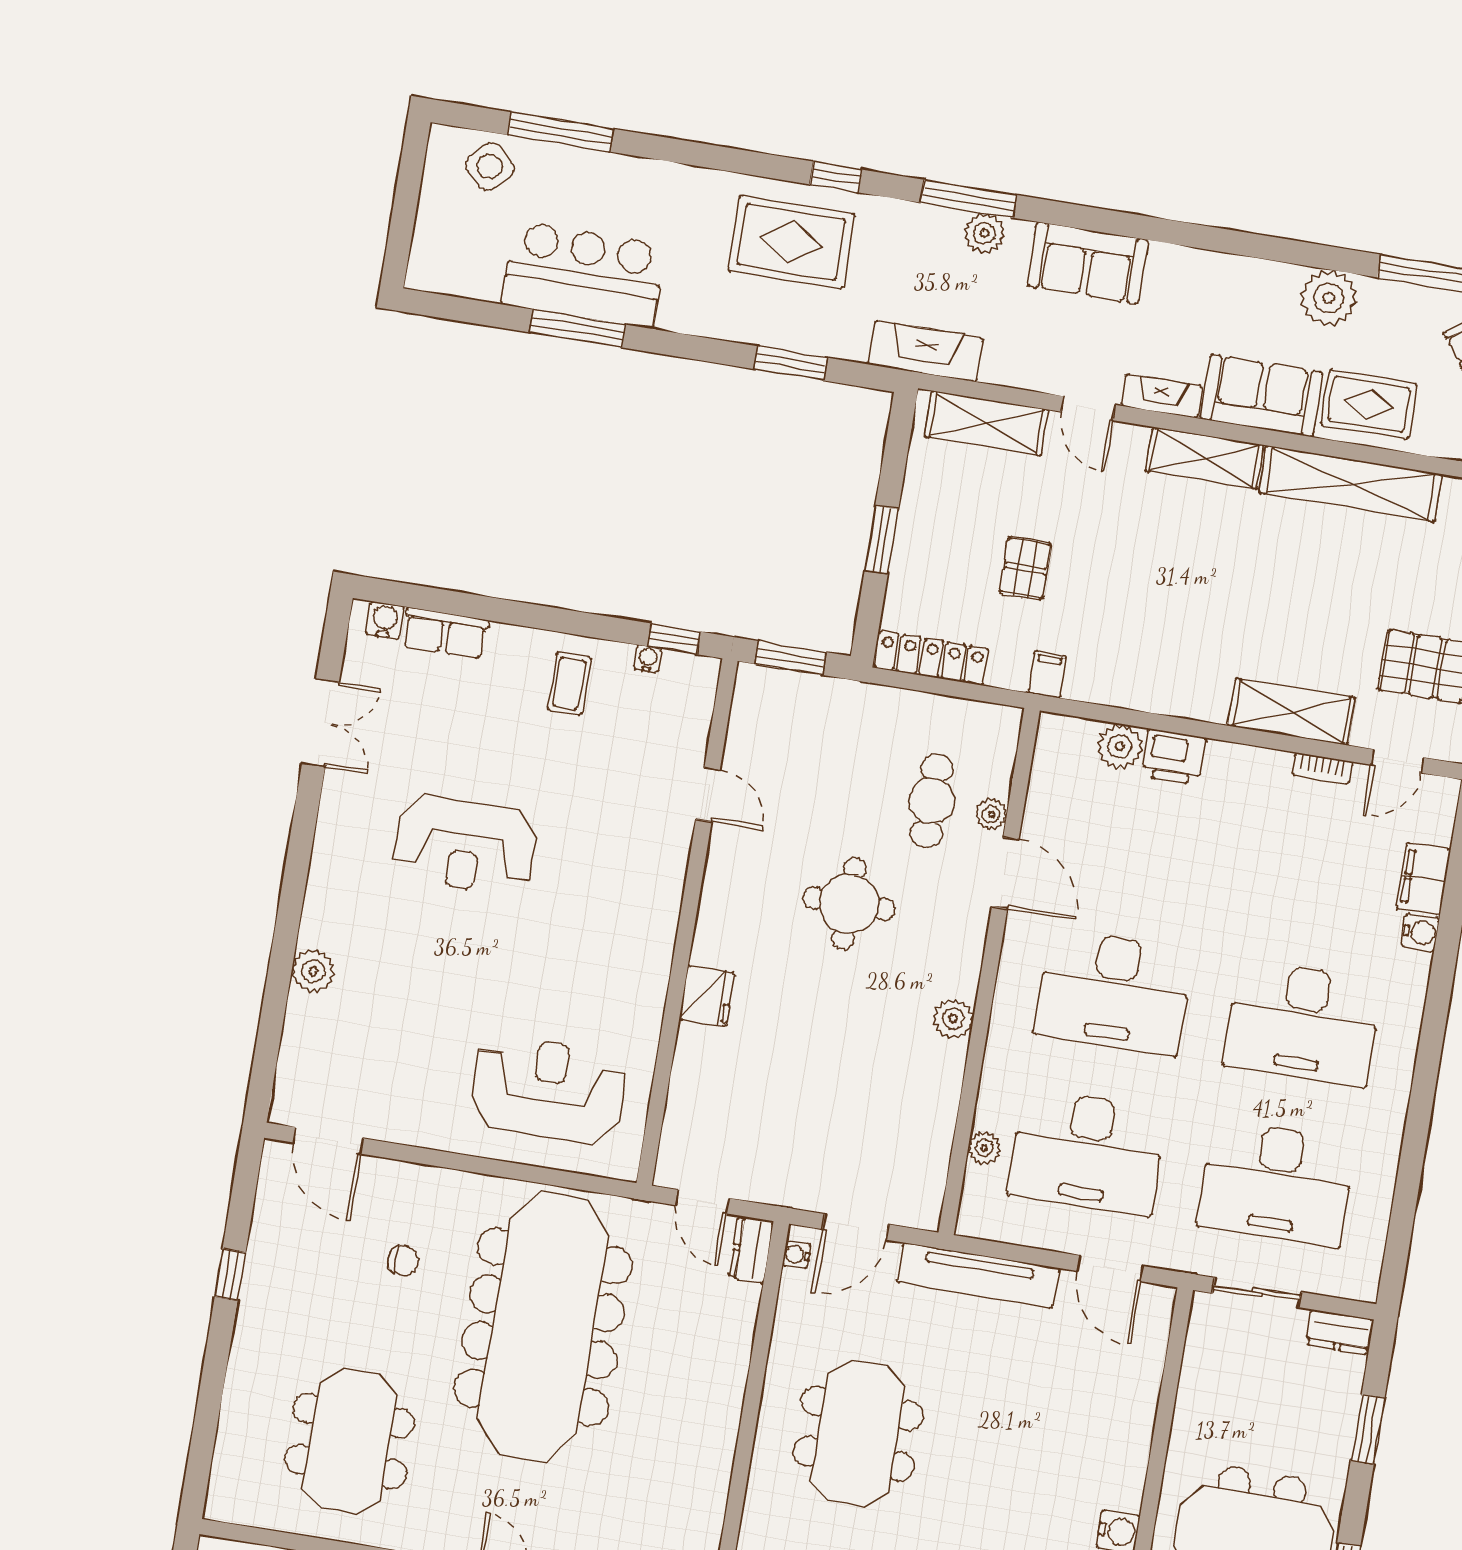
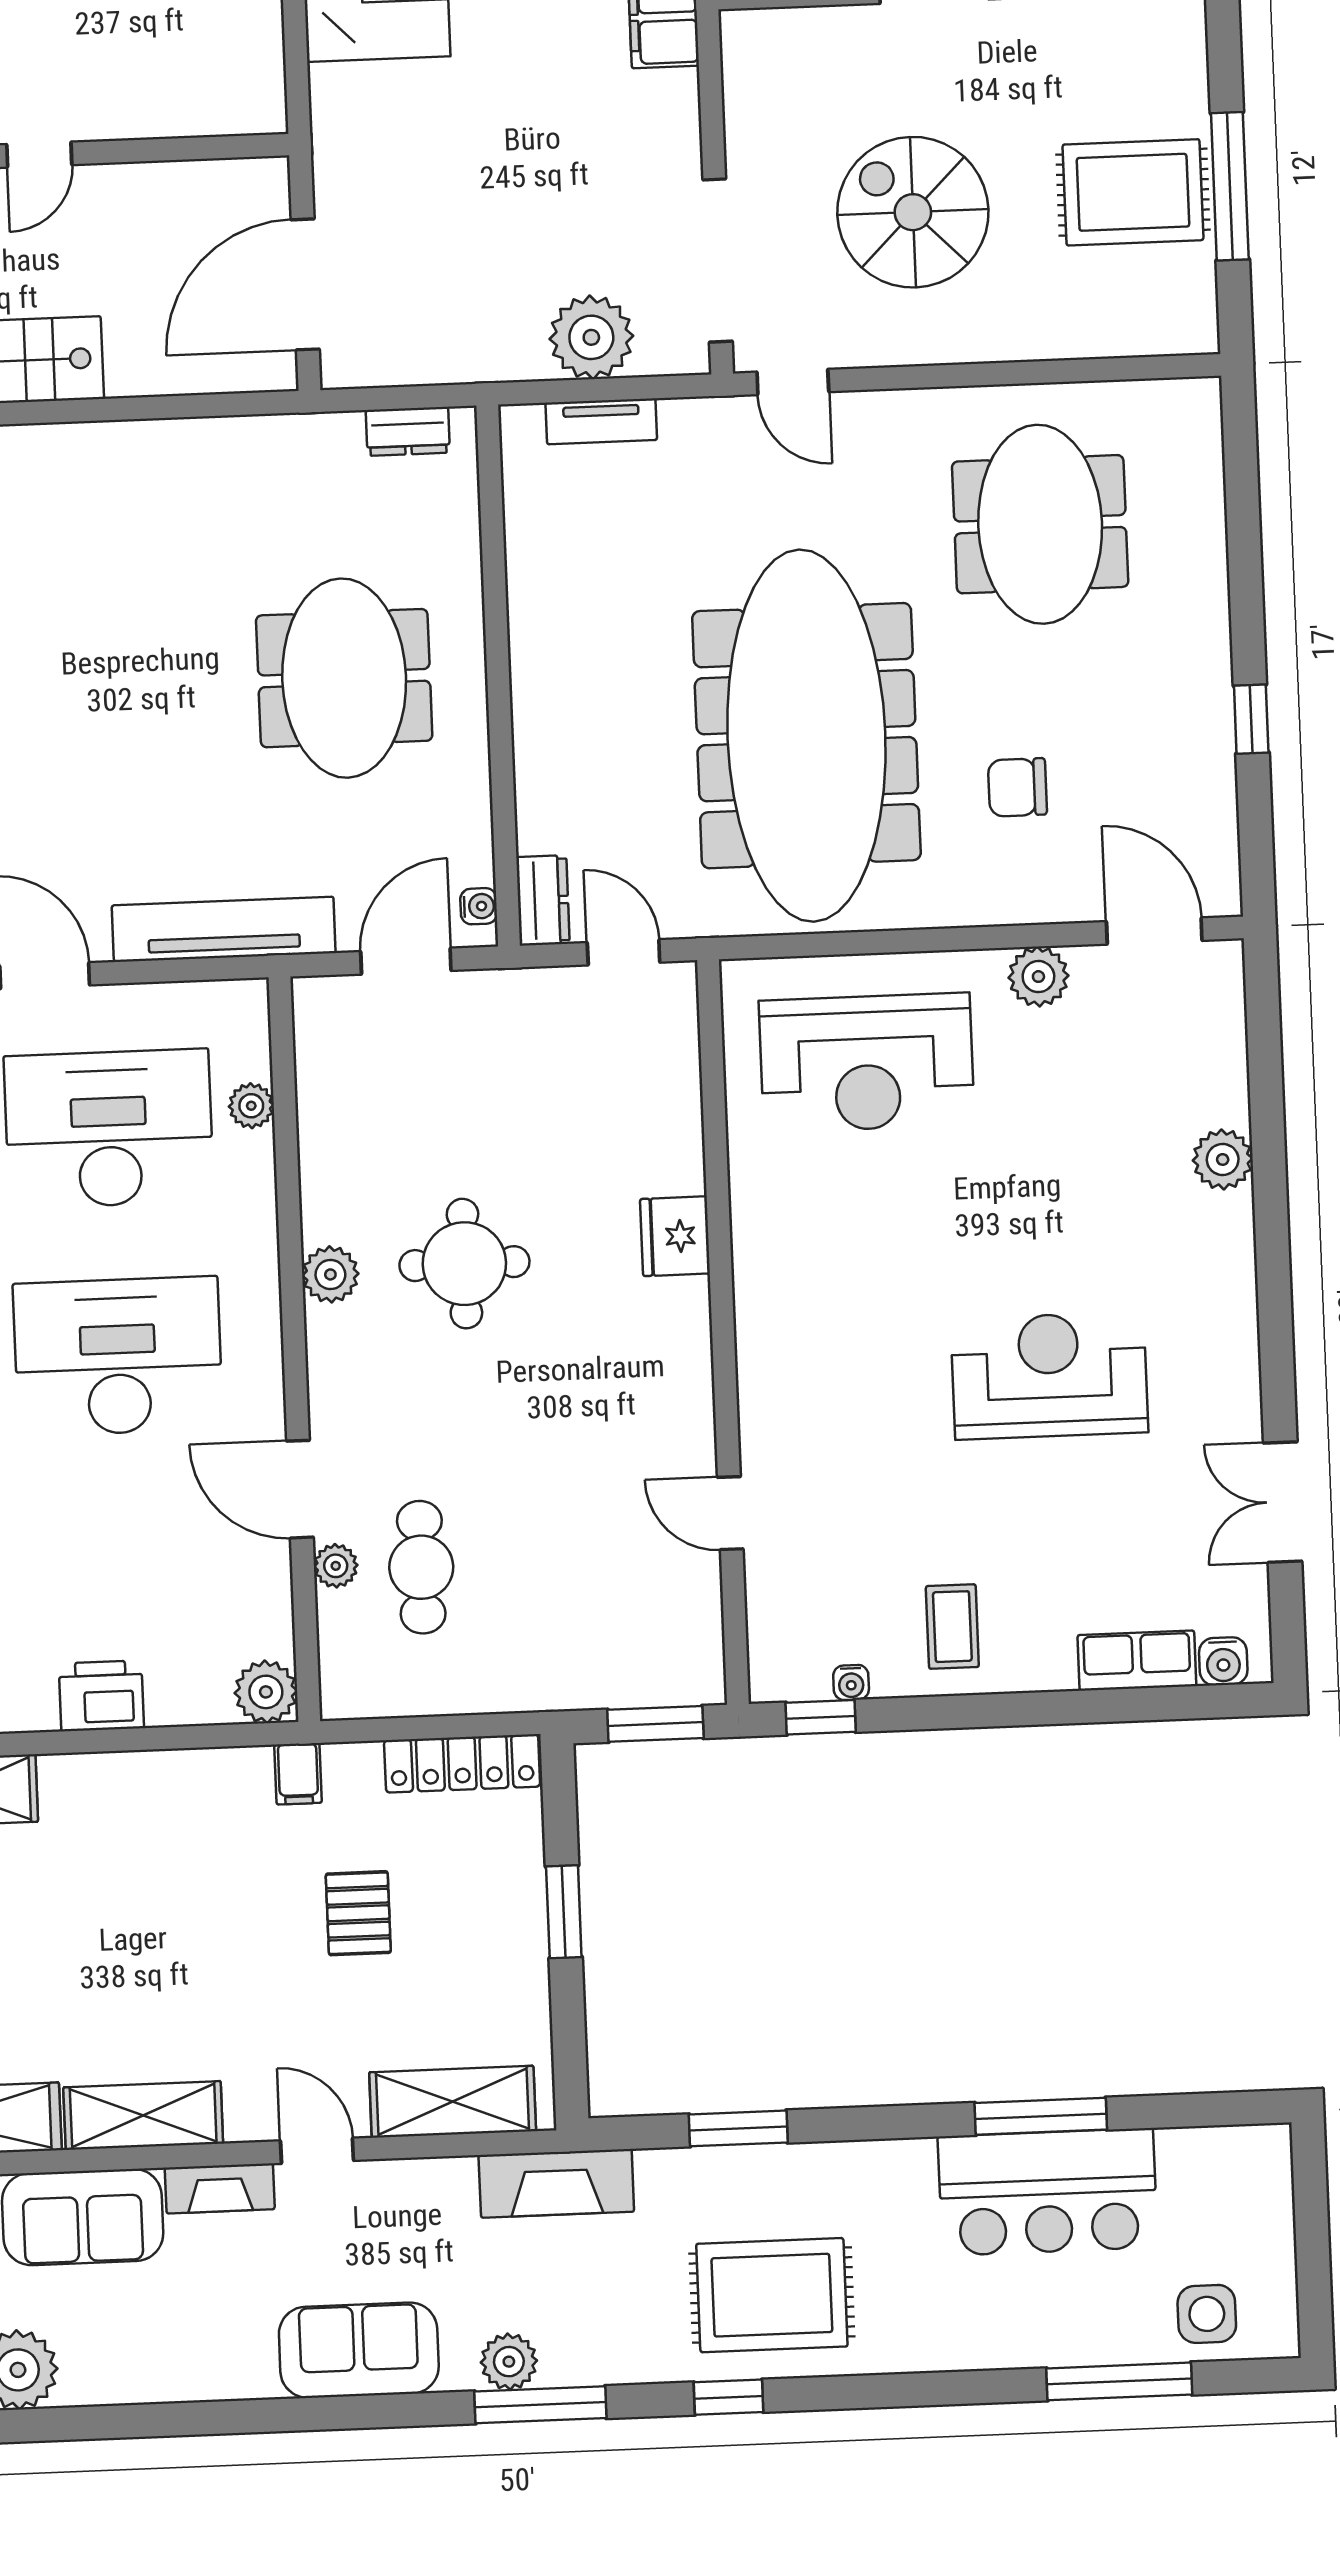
side table: (490, 167) -> (1207, 2314), turned 45
plant: (1120, 746) -> (266, 1692), moved
round table: (849, 904) -> (464, 1264), moved
plant: (416, 1125) -> (1038, 977), added
chair: (403, 1260) -> (1017, 787), width x1.37, depth x1.37

